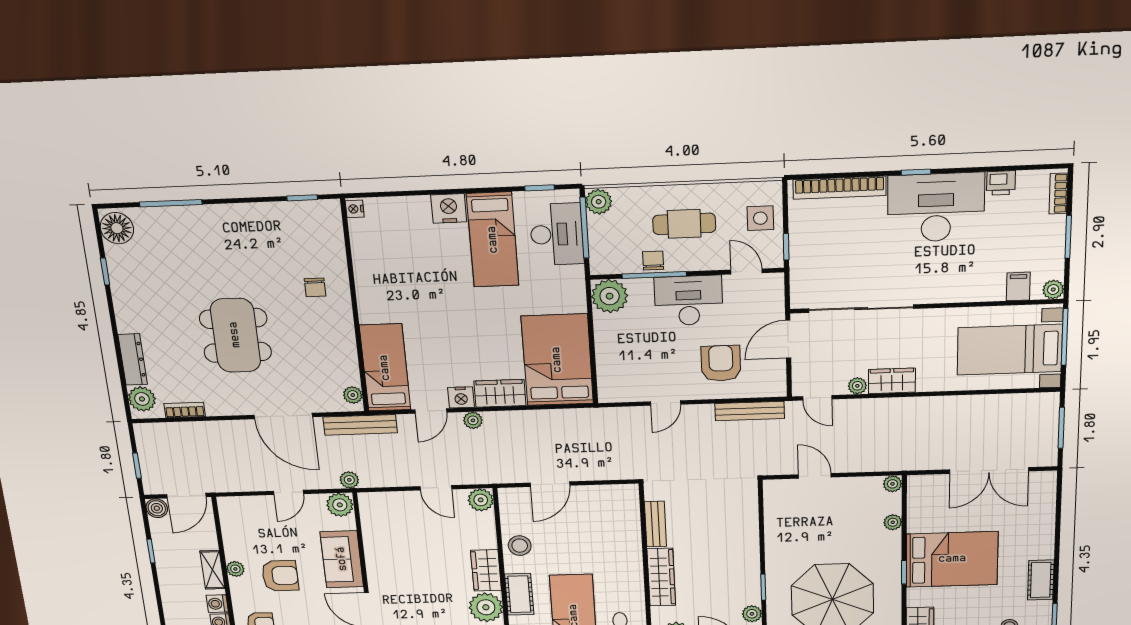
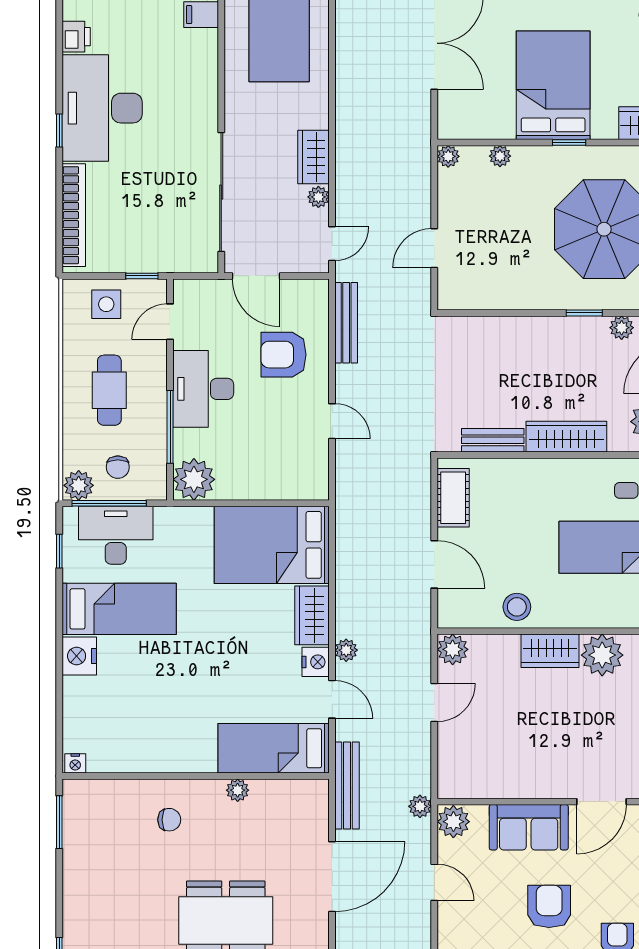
window: (302, 198) -> (59, 822), width x1.50
chair: (653, 261) -> (118, 467), moved, turned -90
plant: (353, 395) -> (238, 790), moved
cot: (519, 594) -> (453, 498), moved, turned 90

